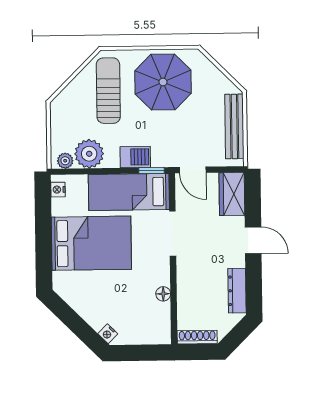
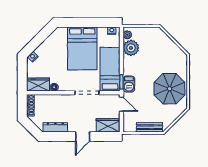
sun lounger: (108, 91) -> (165, 59), removed
bench: (234, 126) -> (149, 127), width x0.73
barbecue: (135, 157) -> (129, 84), moved
door: (193, 170) -> (121, 104), swing flipped
wardrobe: (159, 324) -> (38, 85), added

